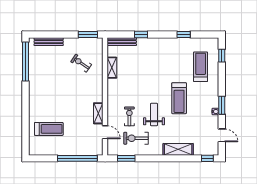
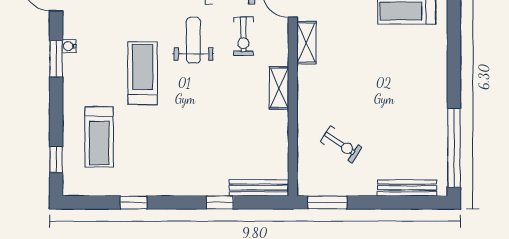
shelving: (112, 68) -> (279, 88), moved
weight bench: (154, 114) -> (193, 40), turned 180

